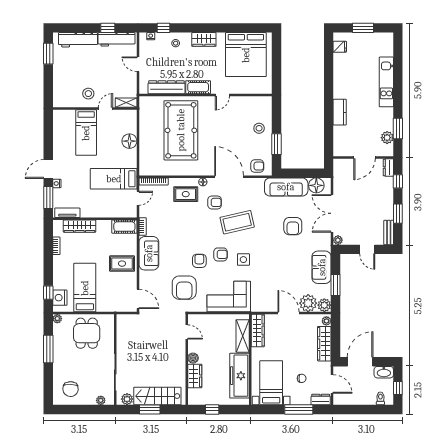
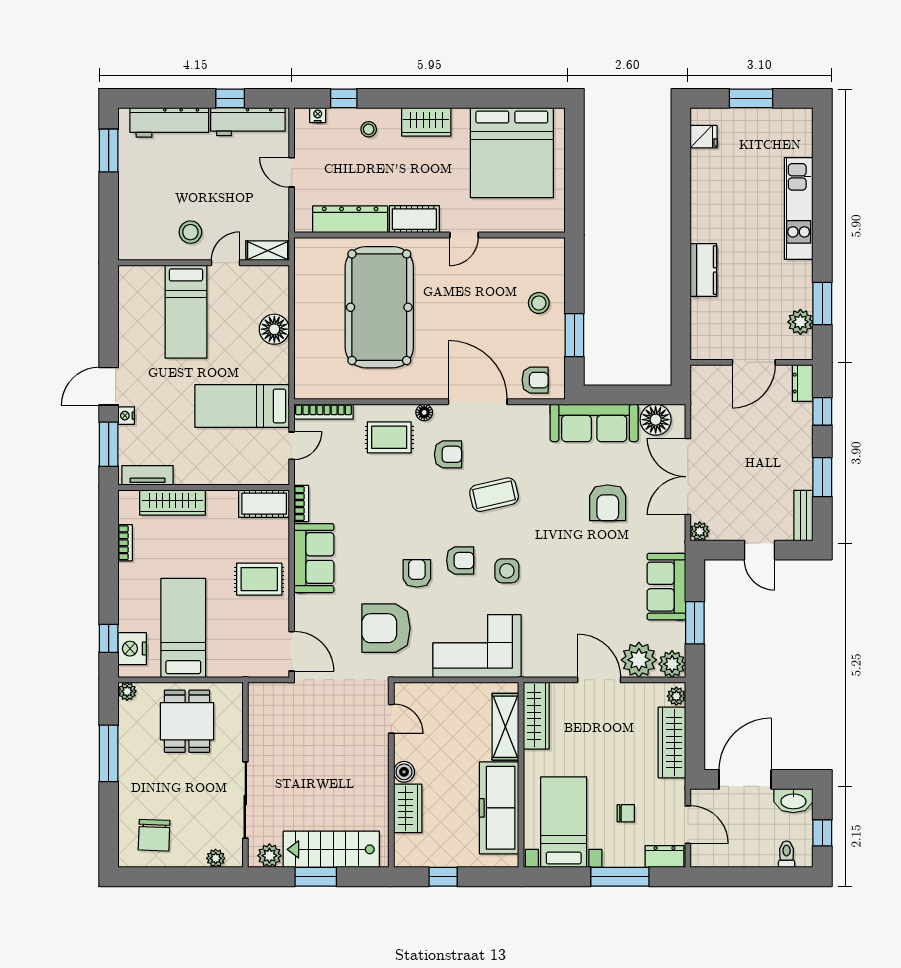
coffee table: (237, 222) -> (494, 495), width x0.73, depth x0.76
armchair: (184, 288) -> (386, 628), turned 90

